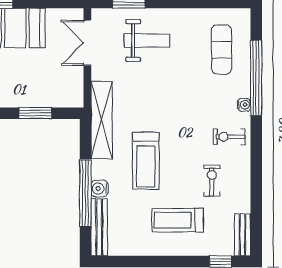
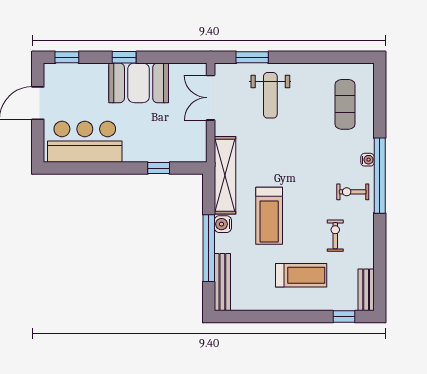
weight bench: (147, 40) -> (270, 95), turned 90
window: (256, 78) -> (380, 176), moved
window: (35, 113) -> (159, 168), width x0.67
water cooler: (99, 188) -> (223, 224), moved
treadmill: (178, 220) -> (301, 275), turned 180

